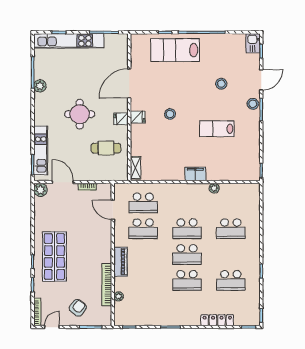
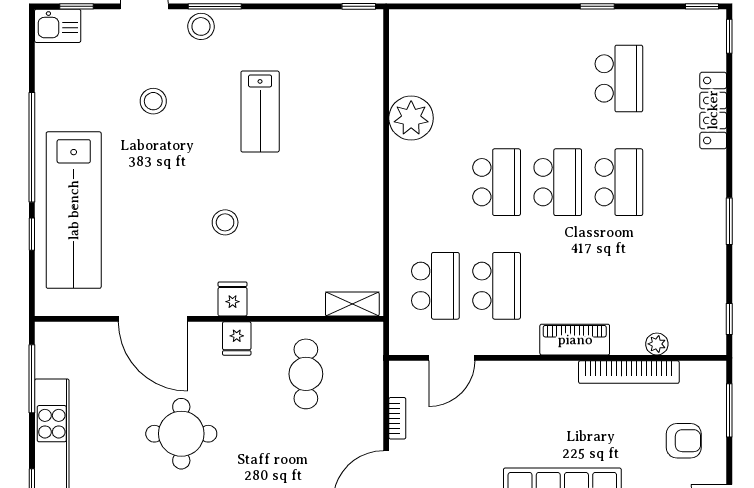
lab bench: (175, 50) -> (74, 210), width x1.36
round table: (80, 114) -> (181, 434), moved
filing cabinet: (195, 174) -> (367, 162), removed
plant: (214, 188) -> (411, 118), width x1.87, depth x1.87
school desk: (231, 229) -> (497, 78), removed
armchair: (78, 308) -> (684, 441), turned 142

